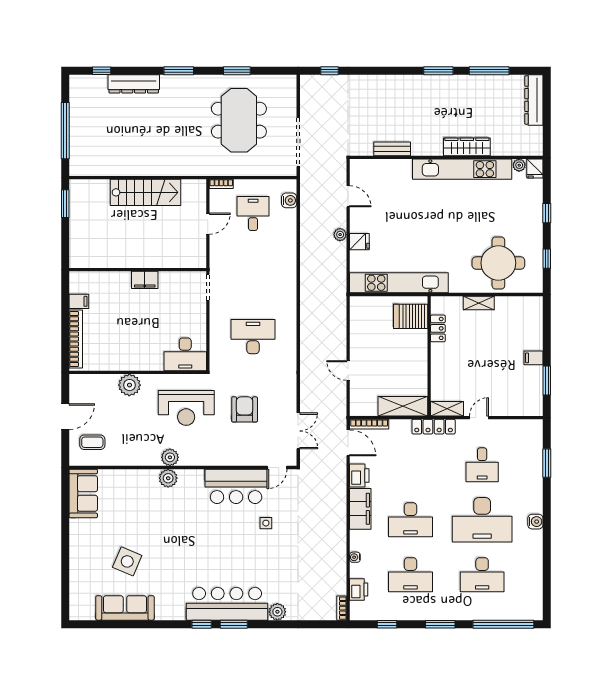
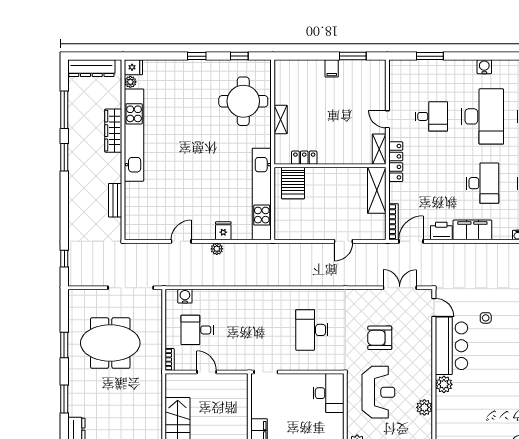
wardrobe: (467, 147) -> (113, 131), moved
bench: (392, 149) -> (115, 200), moved
wall: (446, 157) -> (123, 150), moved
plant: (519, 165) -> (130, 82), moved
kitchen unit: (462, 169) -> (134, 135), moved
fridge: (535, 169) -> (133, 67), moved
plant: (168, 478) -> (444, 384), moved

